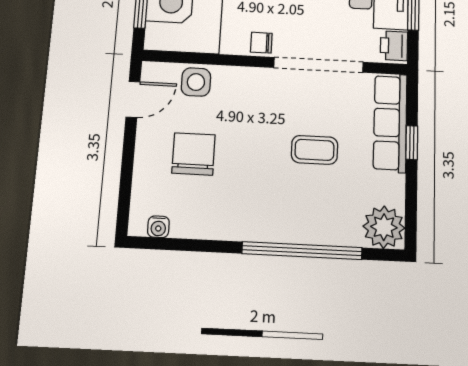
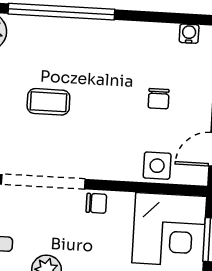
chair: (194, 154) -> (159, 99), width x0.54, depth x0.54

